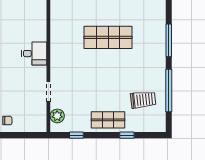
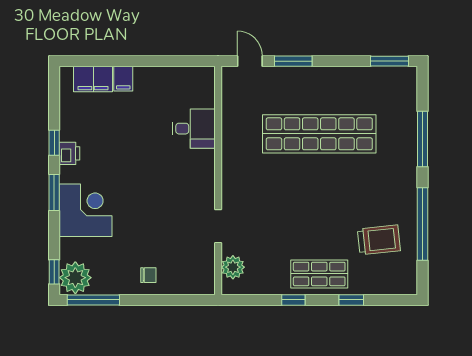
shop shelf: (108, 37) -> (319, 134), width x1.40
desk: (34, 54) -> (194, 129), moved
window: (76, 135) -> (293, 300), moved

